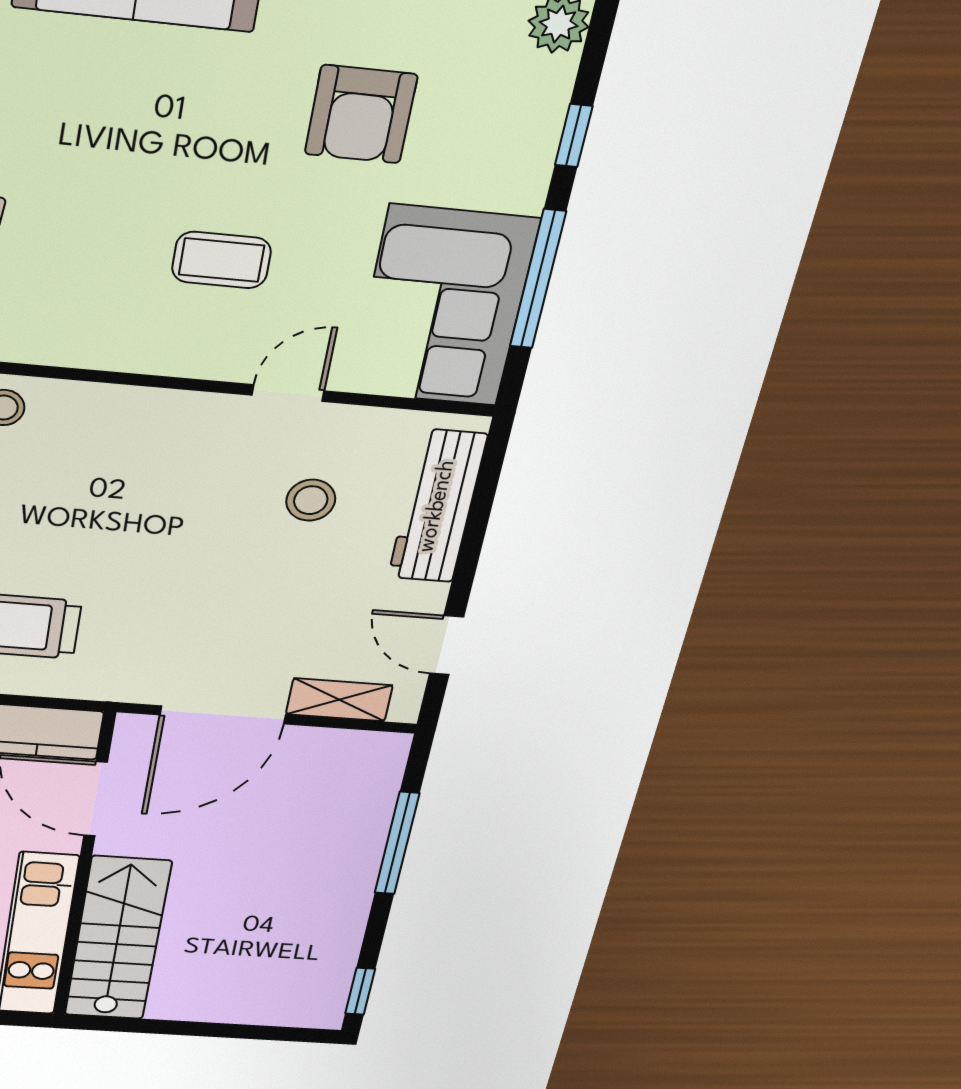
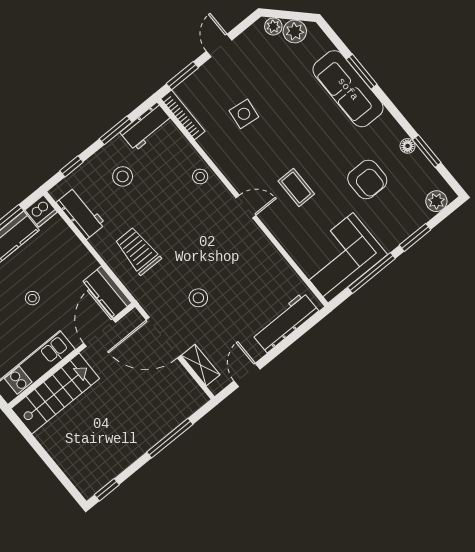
armchair: (361, 114) -> (367, 179), turned -90
window: (574, 136) -> (415, 237), width x1.50
door: (288, 393) -> (246, 207), moved
stool: (311, 500) -> (198, 298), moved

